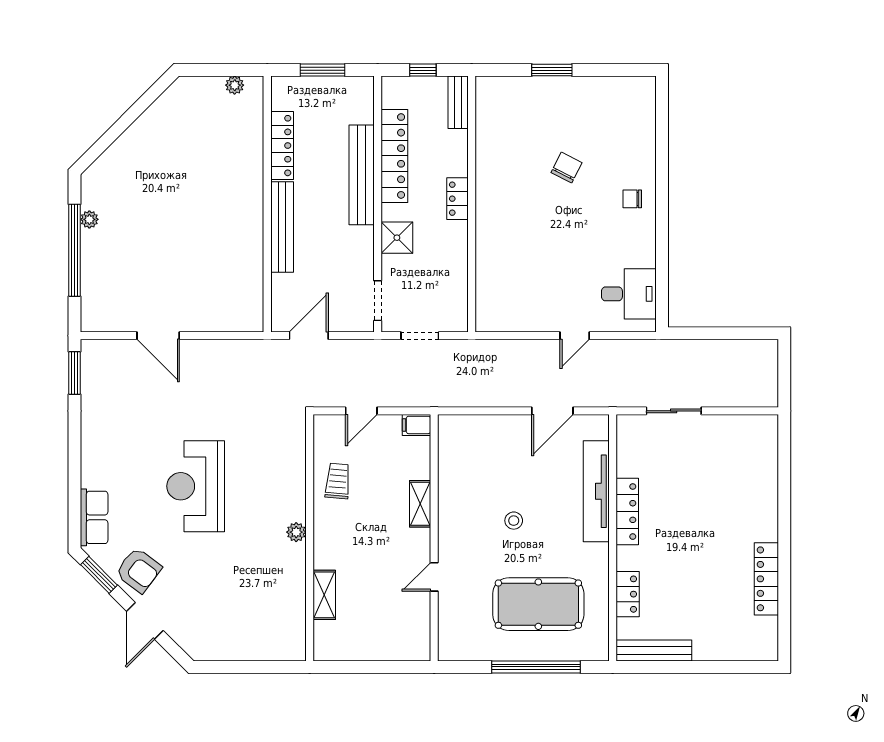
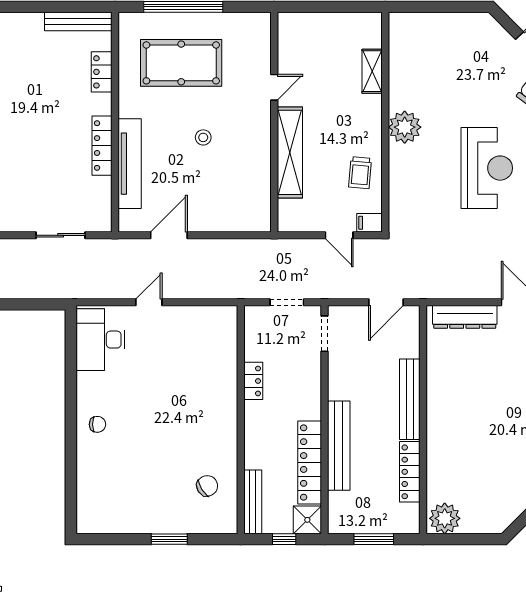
plant: (235, 85) -> (445, 518), width x1.88, depth x1.88
bench: (458, 102) -> (253, 502), width x1.36
chair: (567, 168) -> (207, 486), moved, turned -149
locker: (458, 199) -> (253, 381), moved
shower: (397, 238) -> (307, 520), moved
desk: (629, 294) -> (101, 340), width x1.37
dresser: (220, 319) -> (465, 317), added
door: (361, 411) -> (339, 235), swing flipped
filing cabinet: (416, 425) -> (370, 223), moved, turned 180
shelving: (420, 504) -> (290, 152), width x2.20, depth x1.33
plant: (296, 532) -> (405, 127), width x1.87, depth x1.87

